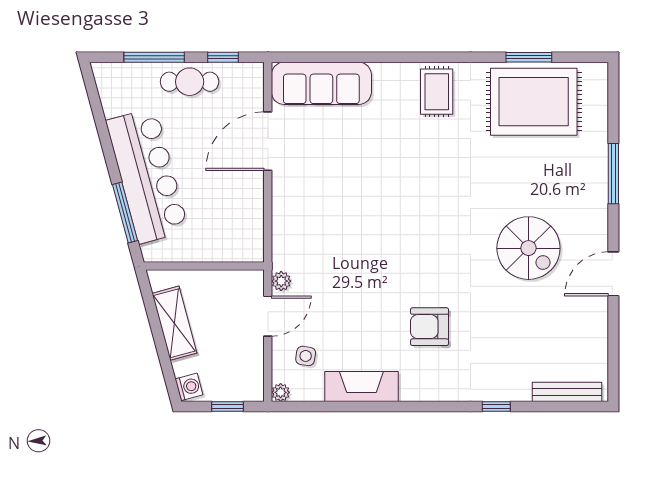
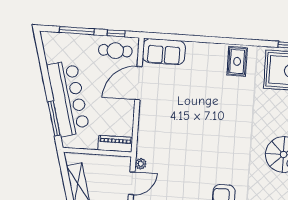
cafe table: (190, 82) -> (115, 51), moved
sofa: (321, 83) -> (164, 52), width x0.73
piano: (235, 249) -> (115, 144), added

